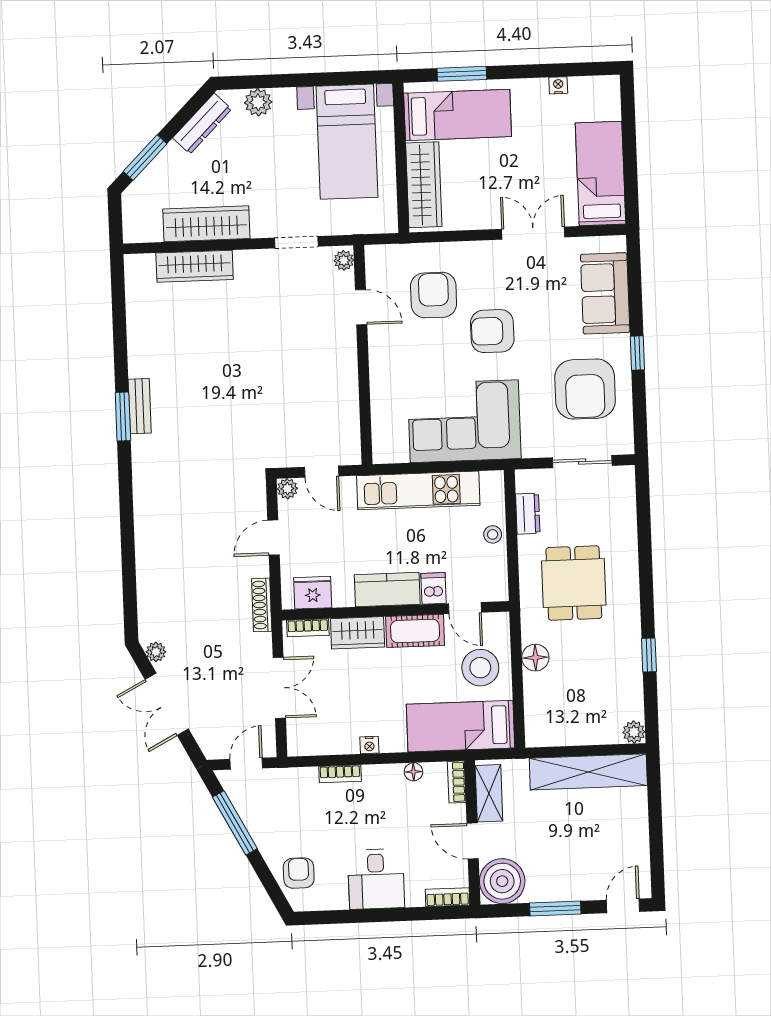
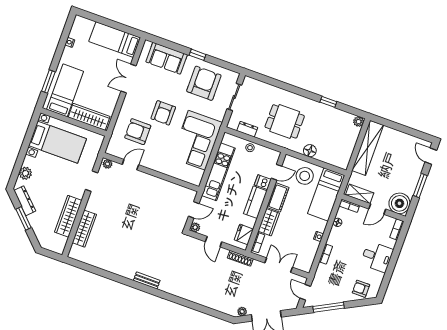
window: (145, 158) -> (24, 218), moved
armchair: (585, 389) -> (204, 83), turned -90
bench: (140, 406) -> (147, 280), moved
window: (123, 417) -> (136, 285), removed

